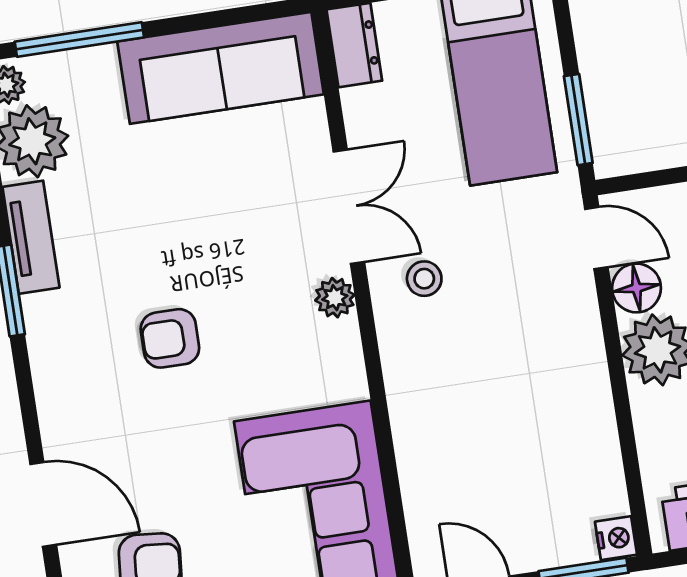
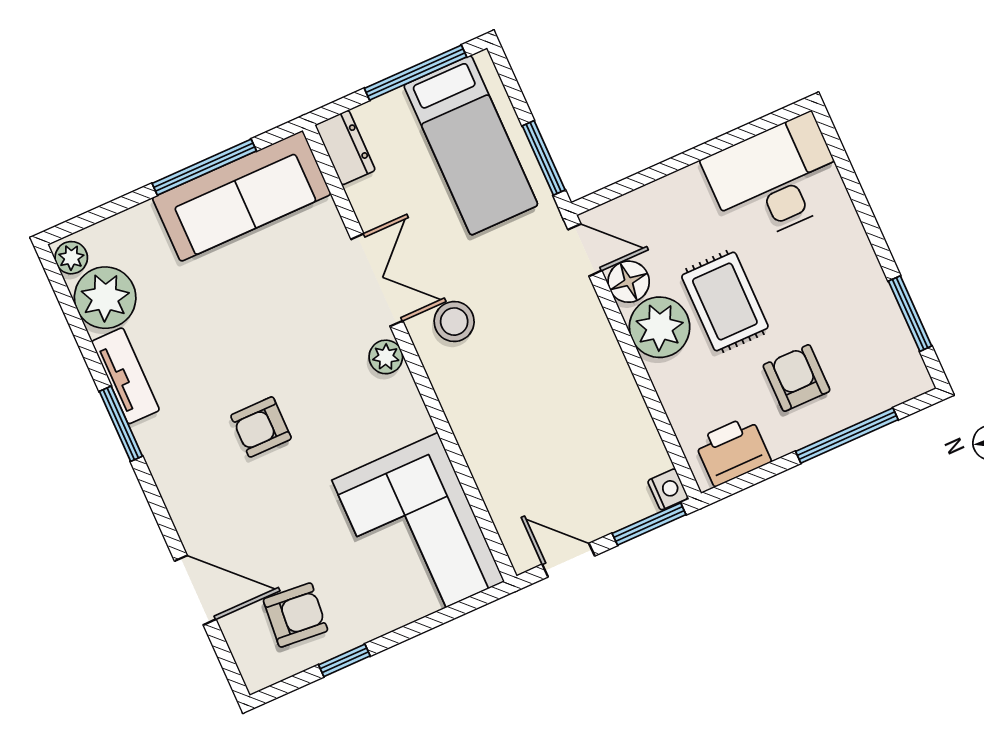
window: (79, 40) -> (204, 167), moved
stool: (424, 279) -> (454, 322), width x1.37, depth x1.37

